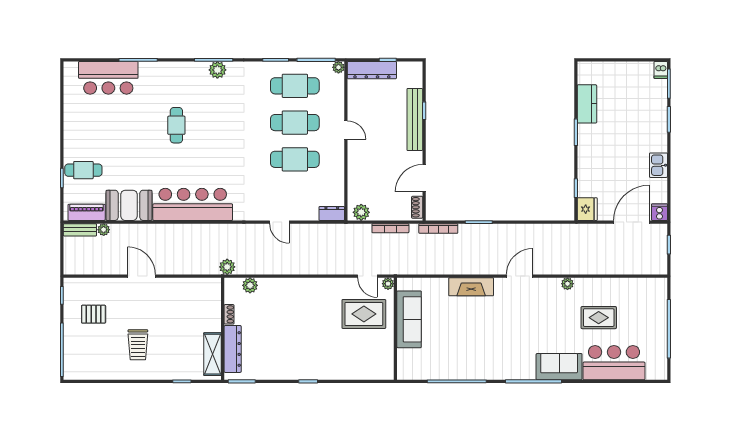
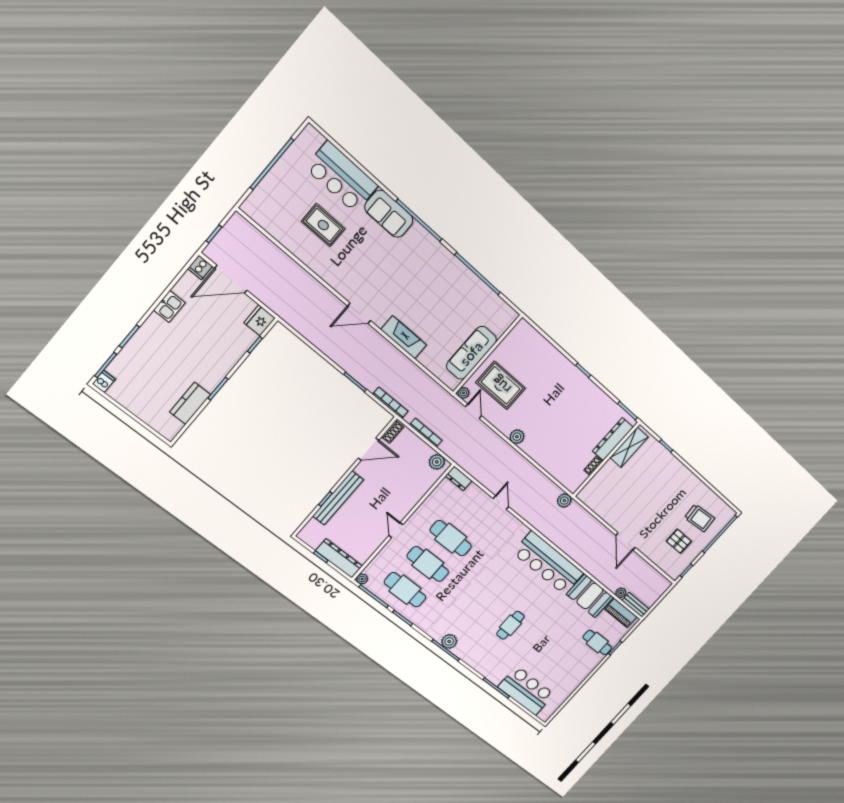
plant: (567, 284) -> (326, 275), removed
plant: (250, 285) -> (517, 437), moved
trolley: (138, 345) -> (699, 518), moved, turned 85

